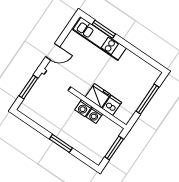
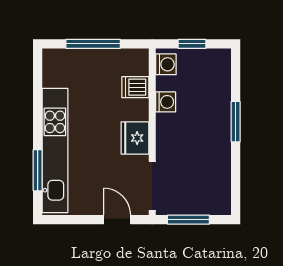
kitchen unit: (99, 39) -> (55, 150), width x1.36
fridge: (98, 96) -> (135, 138), moved
washing machine: (83, 108) -> (166, 64), moved
window: (114, 148) -> (192, 44), width x0.67

